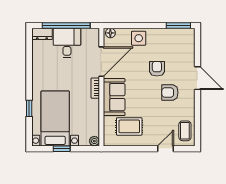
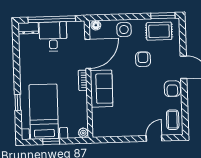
armchair: (170, 92) -> (172, 89), moved, turned -90
rug: (129, 126) -> (159, 31), moved

